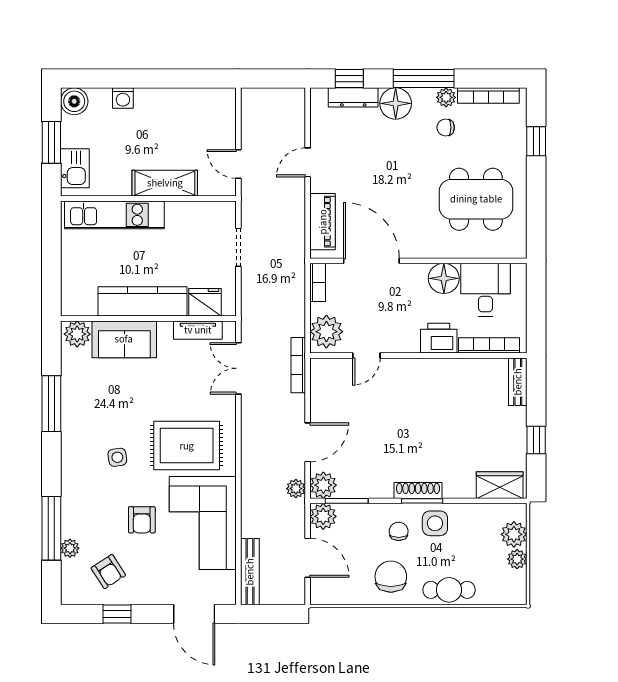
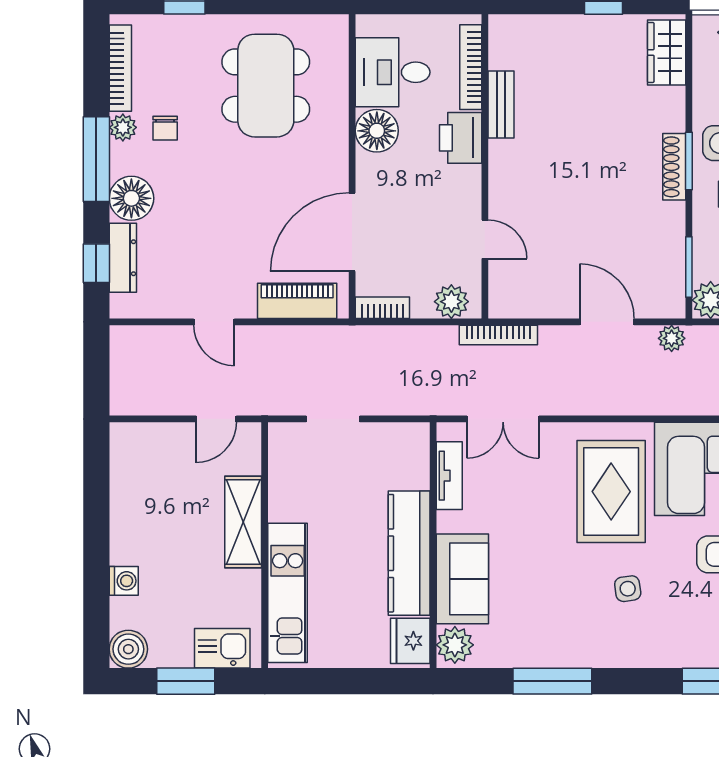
fridge: (205, 302) -> (410, 641), moved
plant: (326, 332) -> (451, 302), width x0.73, depth x0.73
bench: (518, 382) -> (501, 105), moved, turned 90
plant: (323, 485) -> (667, 300), removed

